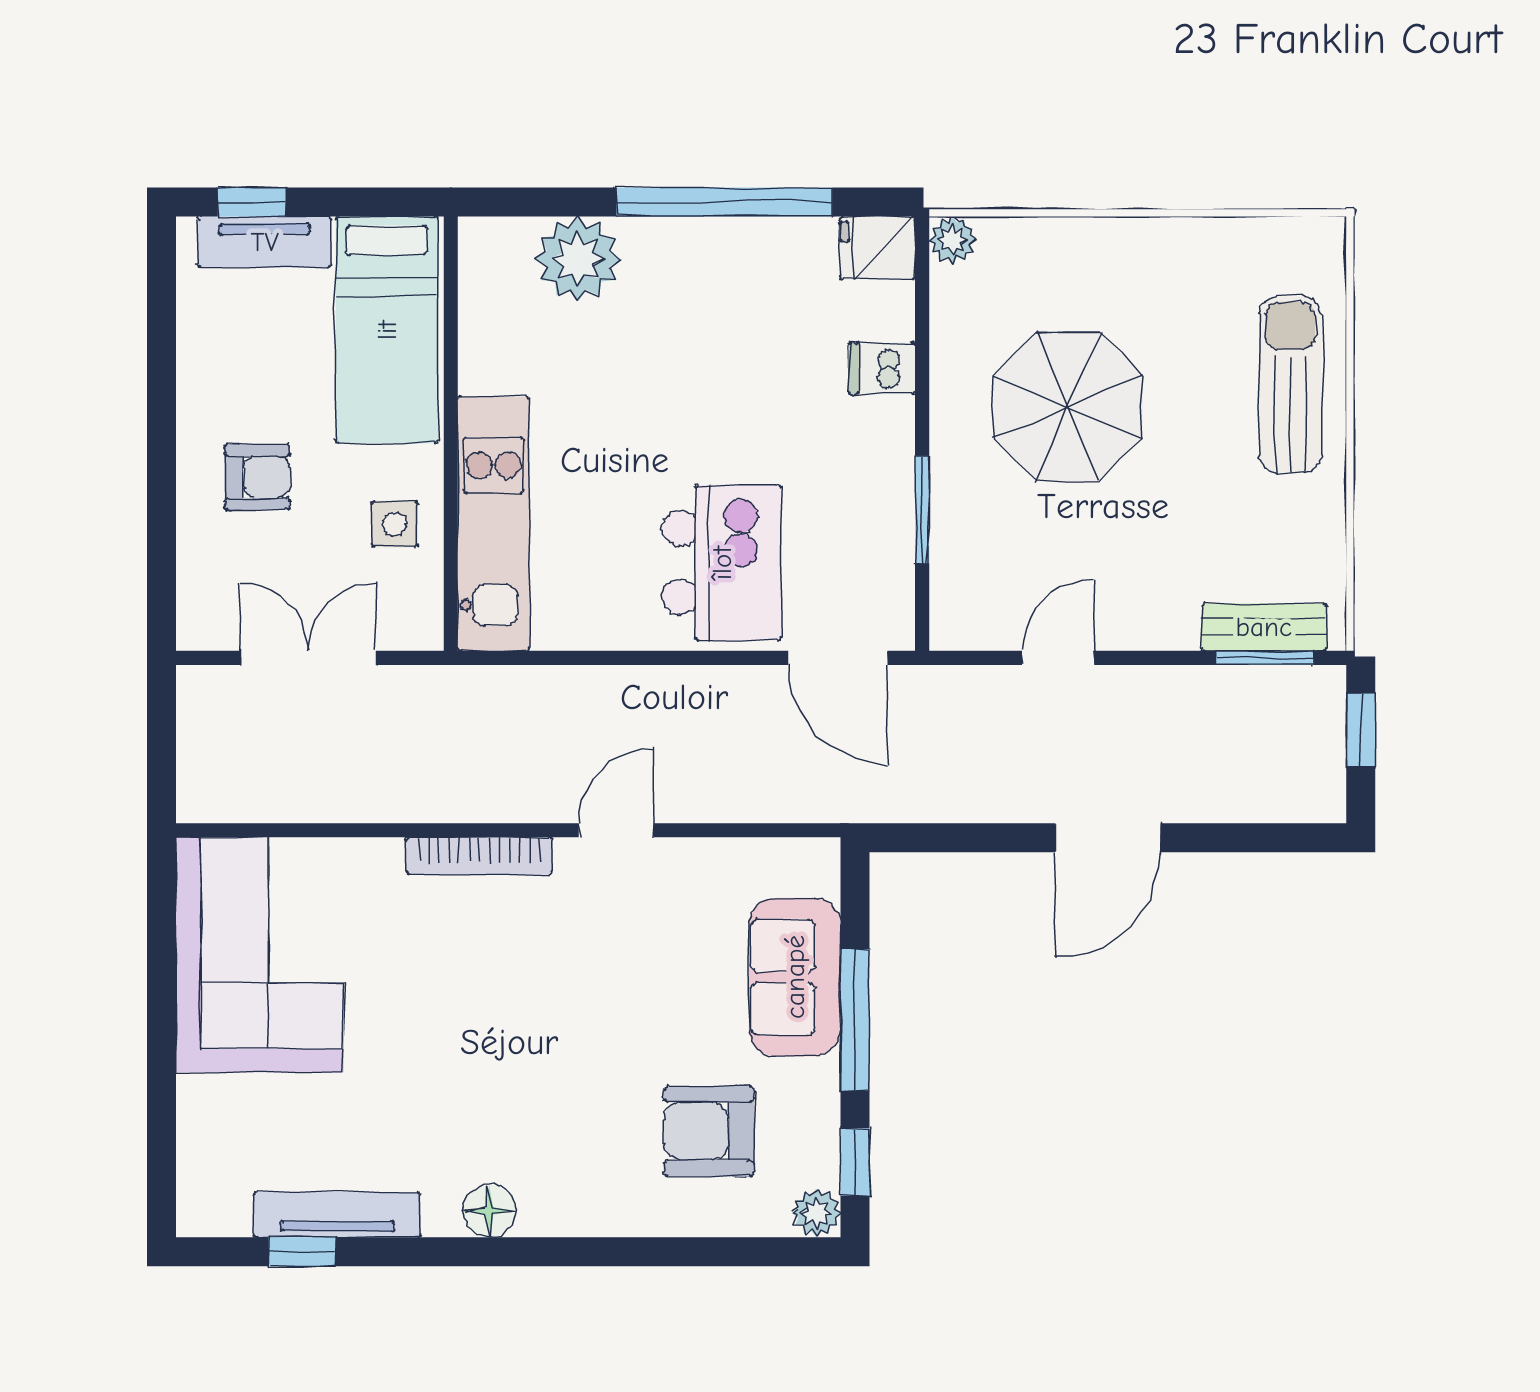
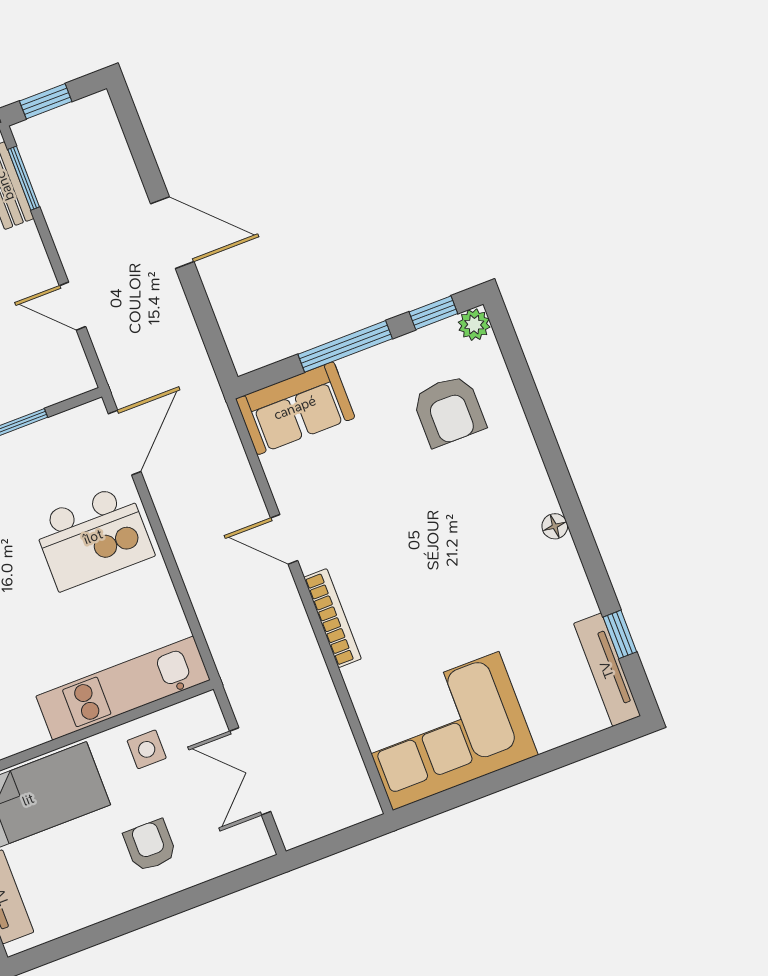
kitchen island: (722, 563) -> (93, 537), turned 180
sofa: (795, 977) -> (295, 408), moved
floor lamp: (489, 1211) -> (555, 526), width x0.73, depth x0.73
tv unit: (337, 1215) -> (607, 670), moved

